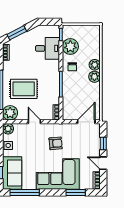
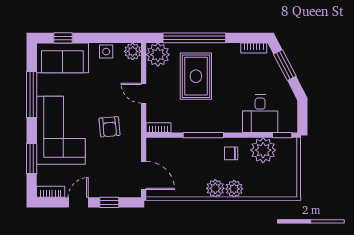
door: (34, 122) -> (144, 93), swing flipped
window: (25, 192) -> (32, 94), moved

